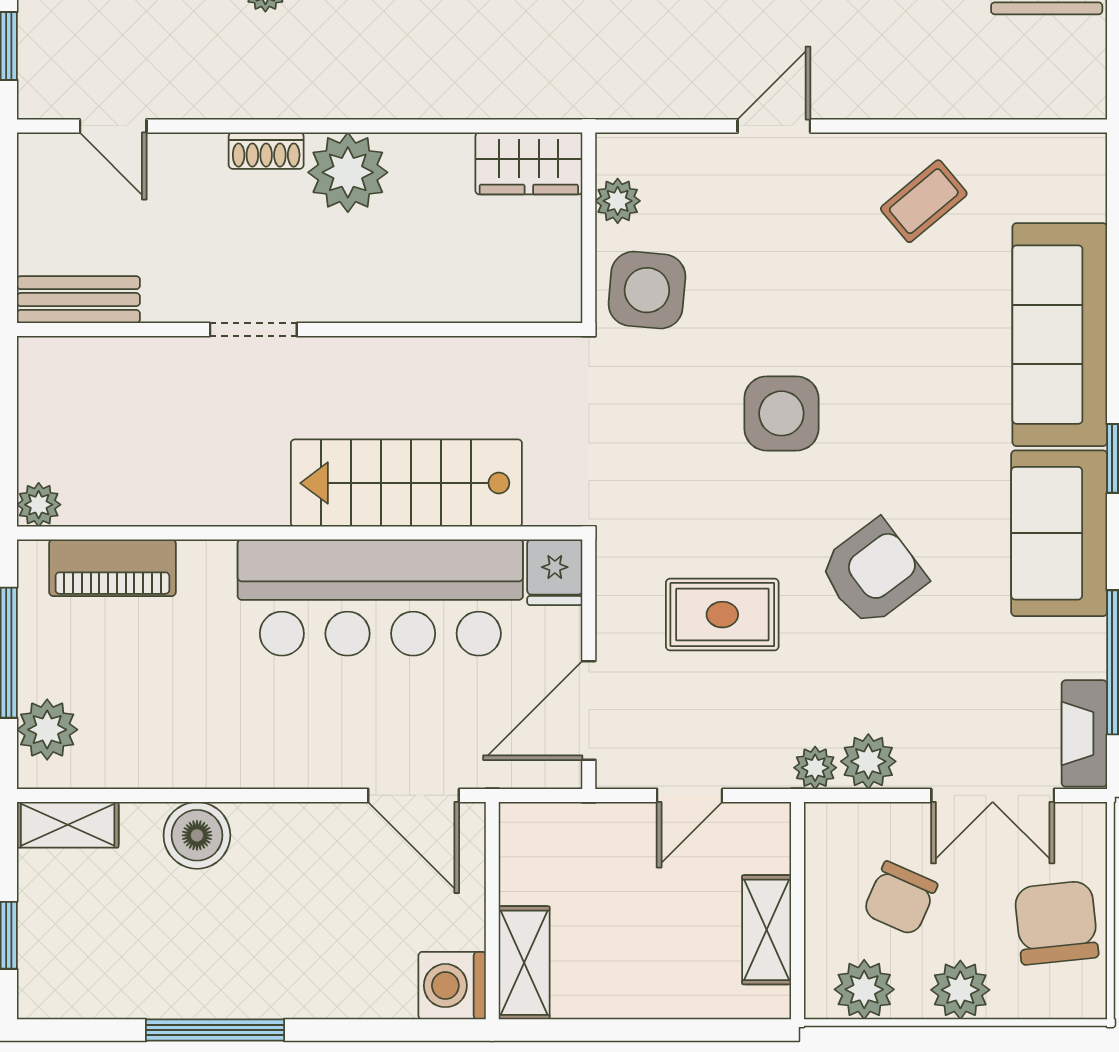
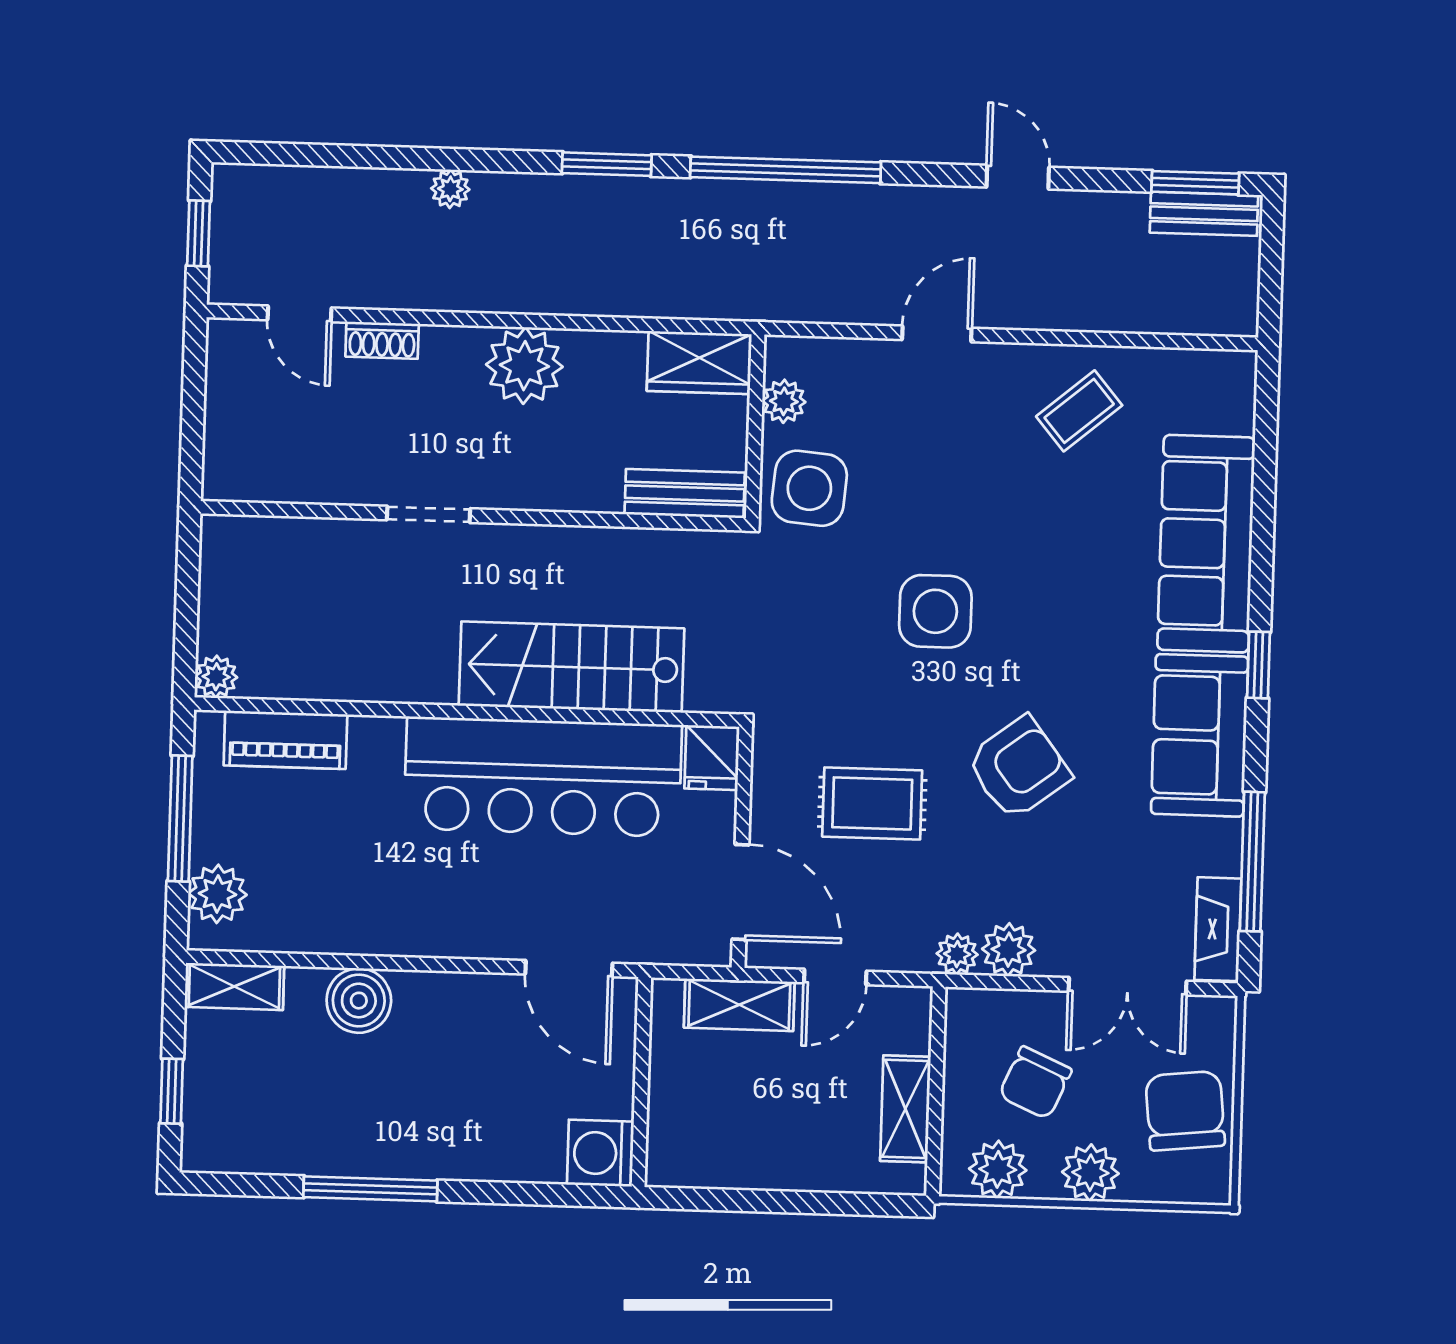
shoe rack: (266, 151) -> (382, 340), moved
bench: (78, 300) -> (685, 493), moved
door: (589, 710) -> (740, 892), swing flipped
shelving: (524, 963) -> (739, 1005), moved, turned 90

